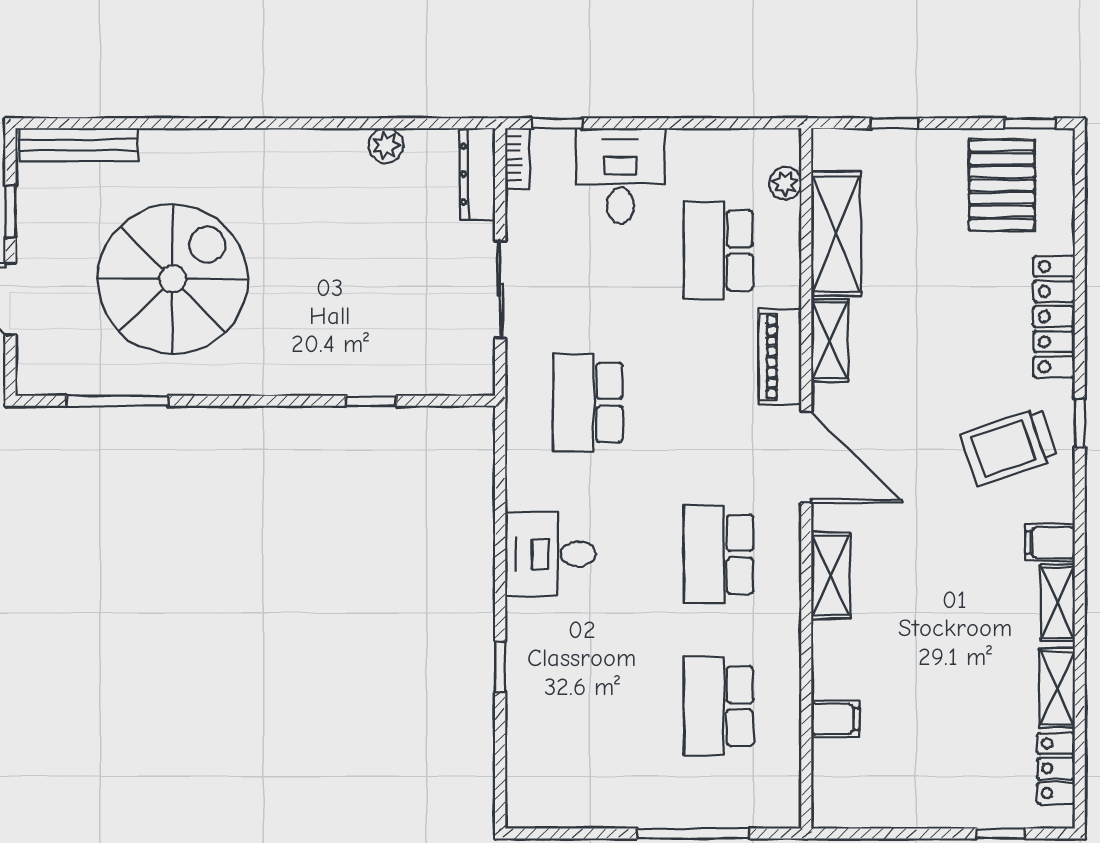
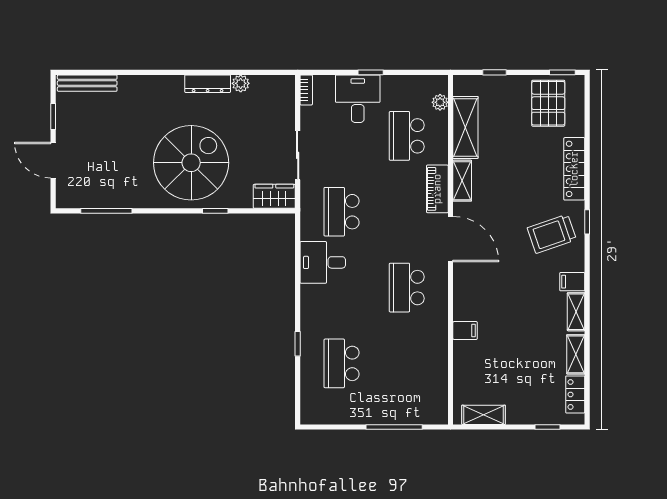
window: (557, 123) -> (371, 72), moved
dresser: (477, 174) -> (208, 84), moved, turned -90
spiral stairs: (173, 279) -> (191, 163), moved
wardrobe: (453, 372) -> (274, 196), added
window: (371, 401) -> (215, 211), moved
desk: (550, 554) -> (323, 262), moved
shelving: (831, 576) -> (484, 415), moved, turned 90
school desk: (718, 706) -> (342, 363), moved
filing cabinet: (835, 719) -> (465, 331), moved

